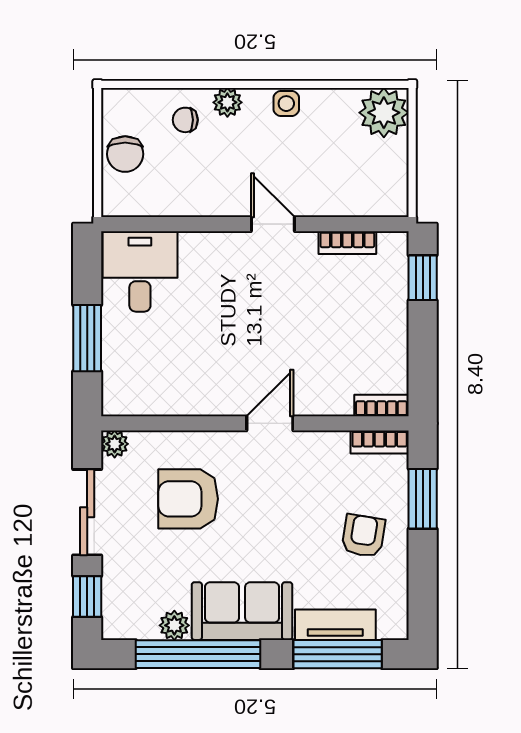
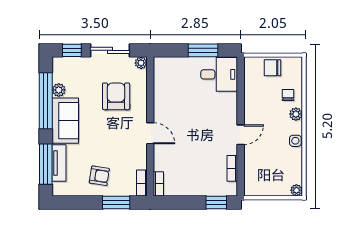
plant: (384, 113) -> (296, 190), width x0.53, depth x0.53
window: (87, 338) -> (203, 50), moved

